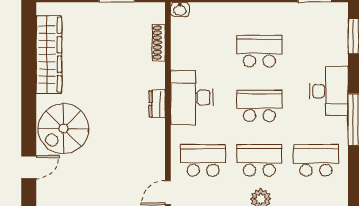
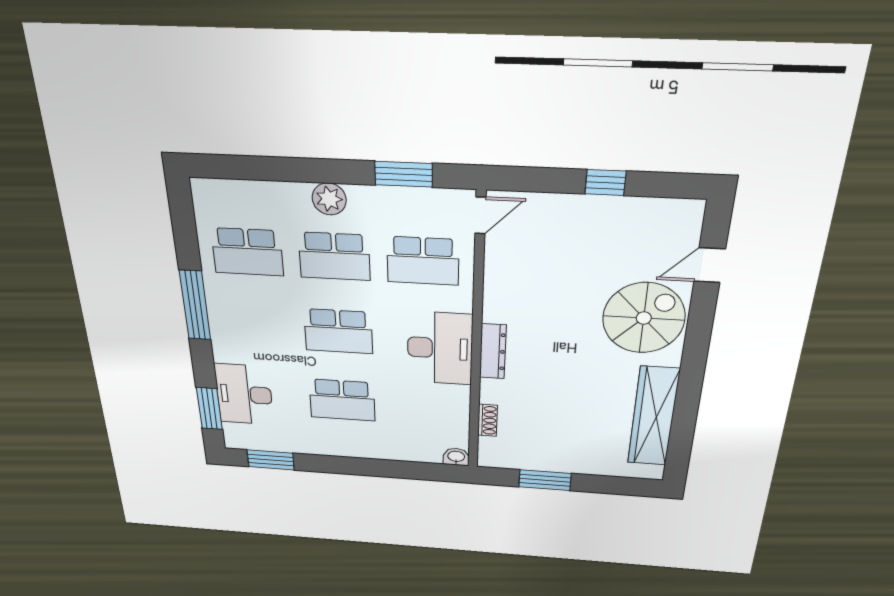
shoe rack: (159, 43) -> (488, 420), width x0.70
desk: (329, 91) -> (244, 394), moved
dresser: (157, 104) -> (493, 351), width x1.44

